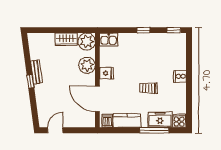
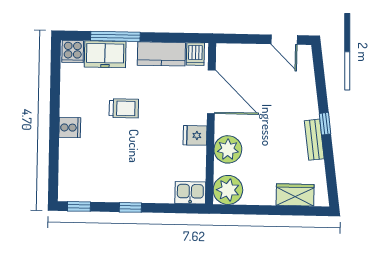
wardrobe: (66, 39) -> (295, 195), moved
door: (55, 130) -> (284, 40), hinge flipped

